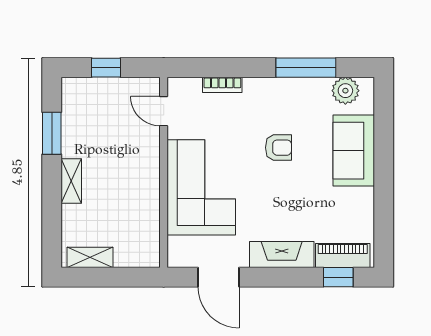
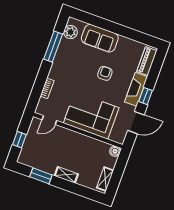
armchair: (278, 148) -> (105, 73), moved
boiler: (150, 257) -> (115, 151), added
window: (338, 277) -> (145, 96), moved

